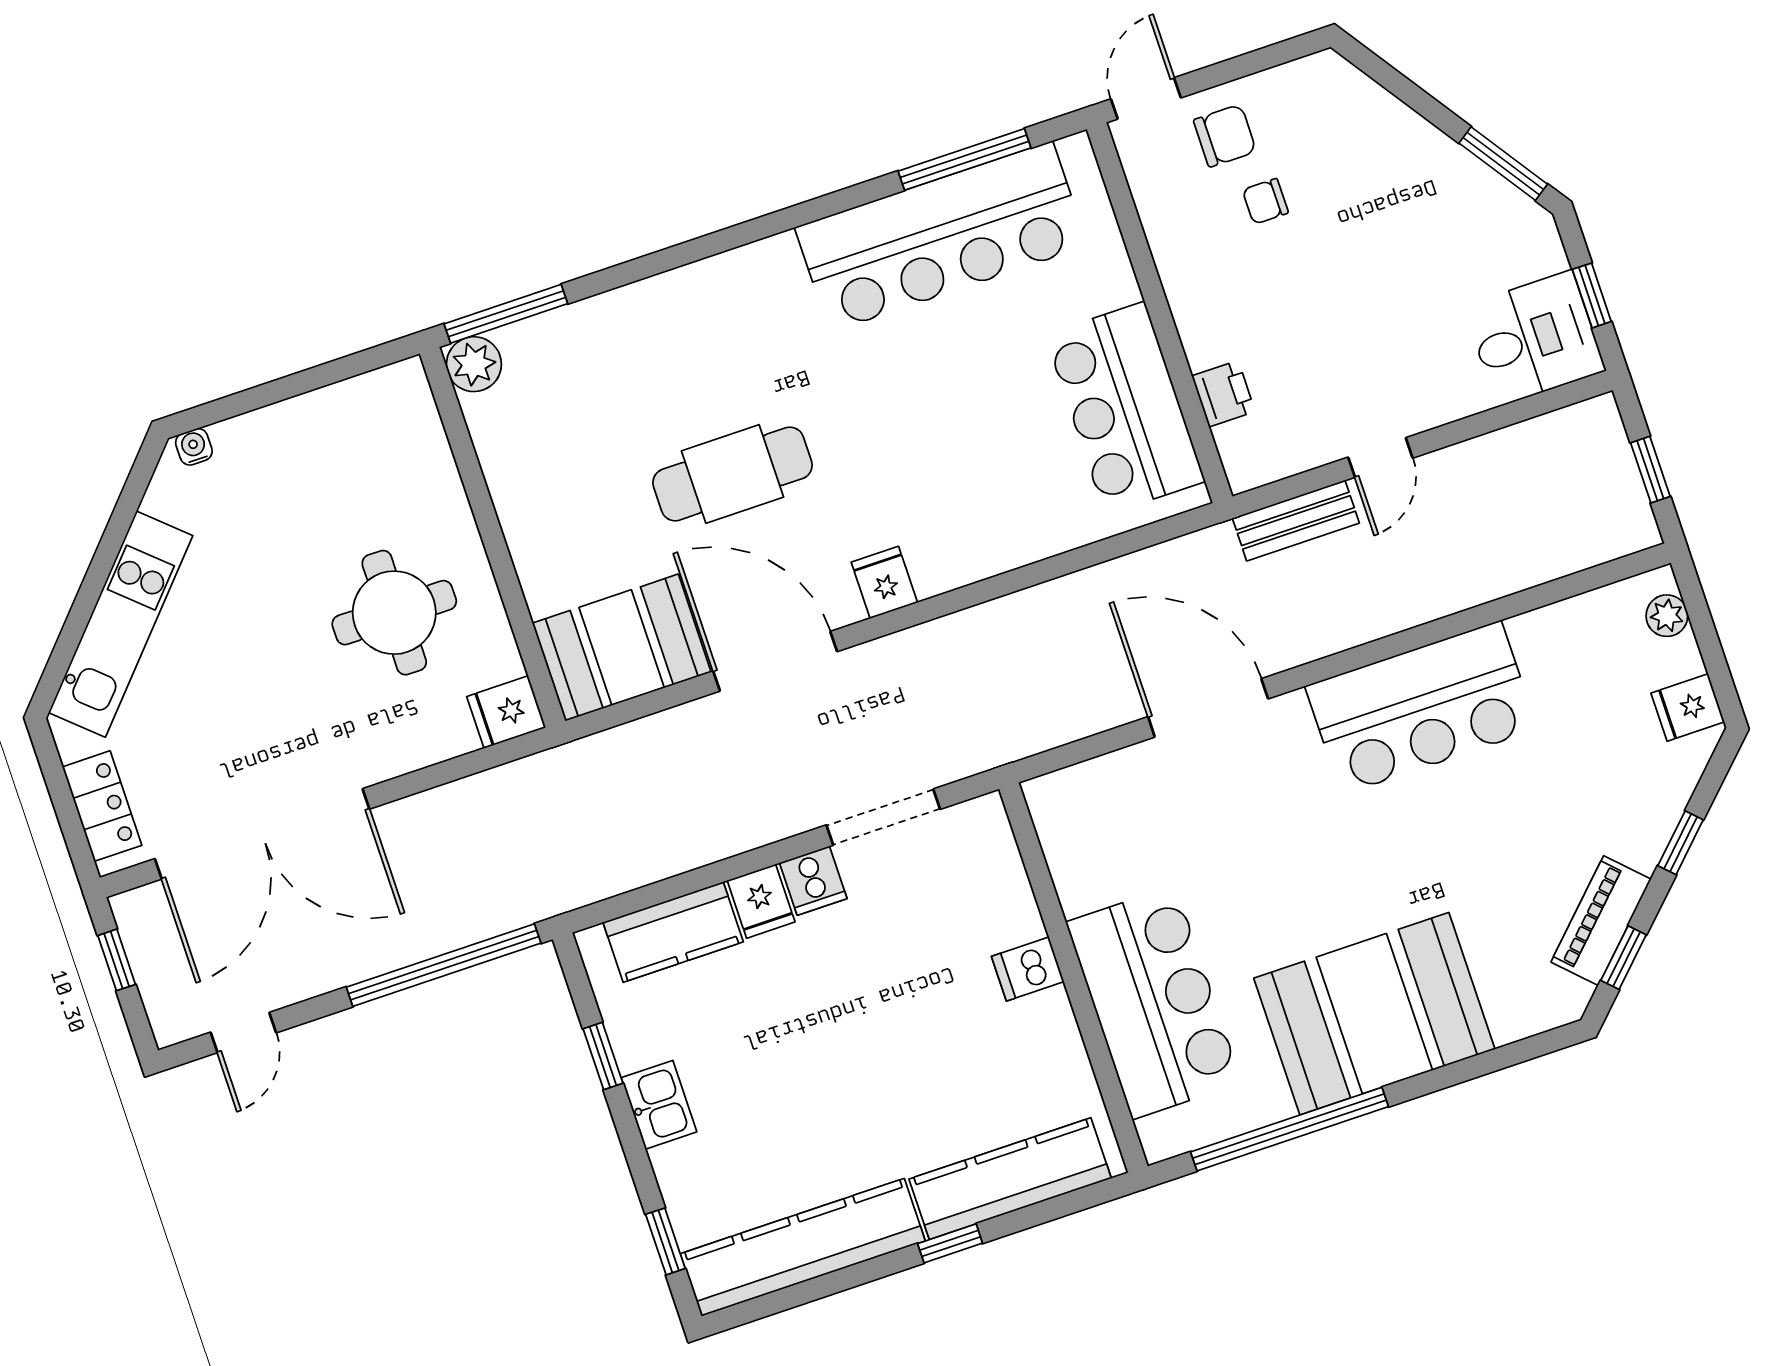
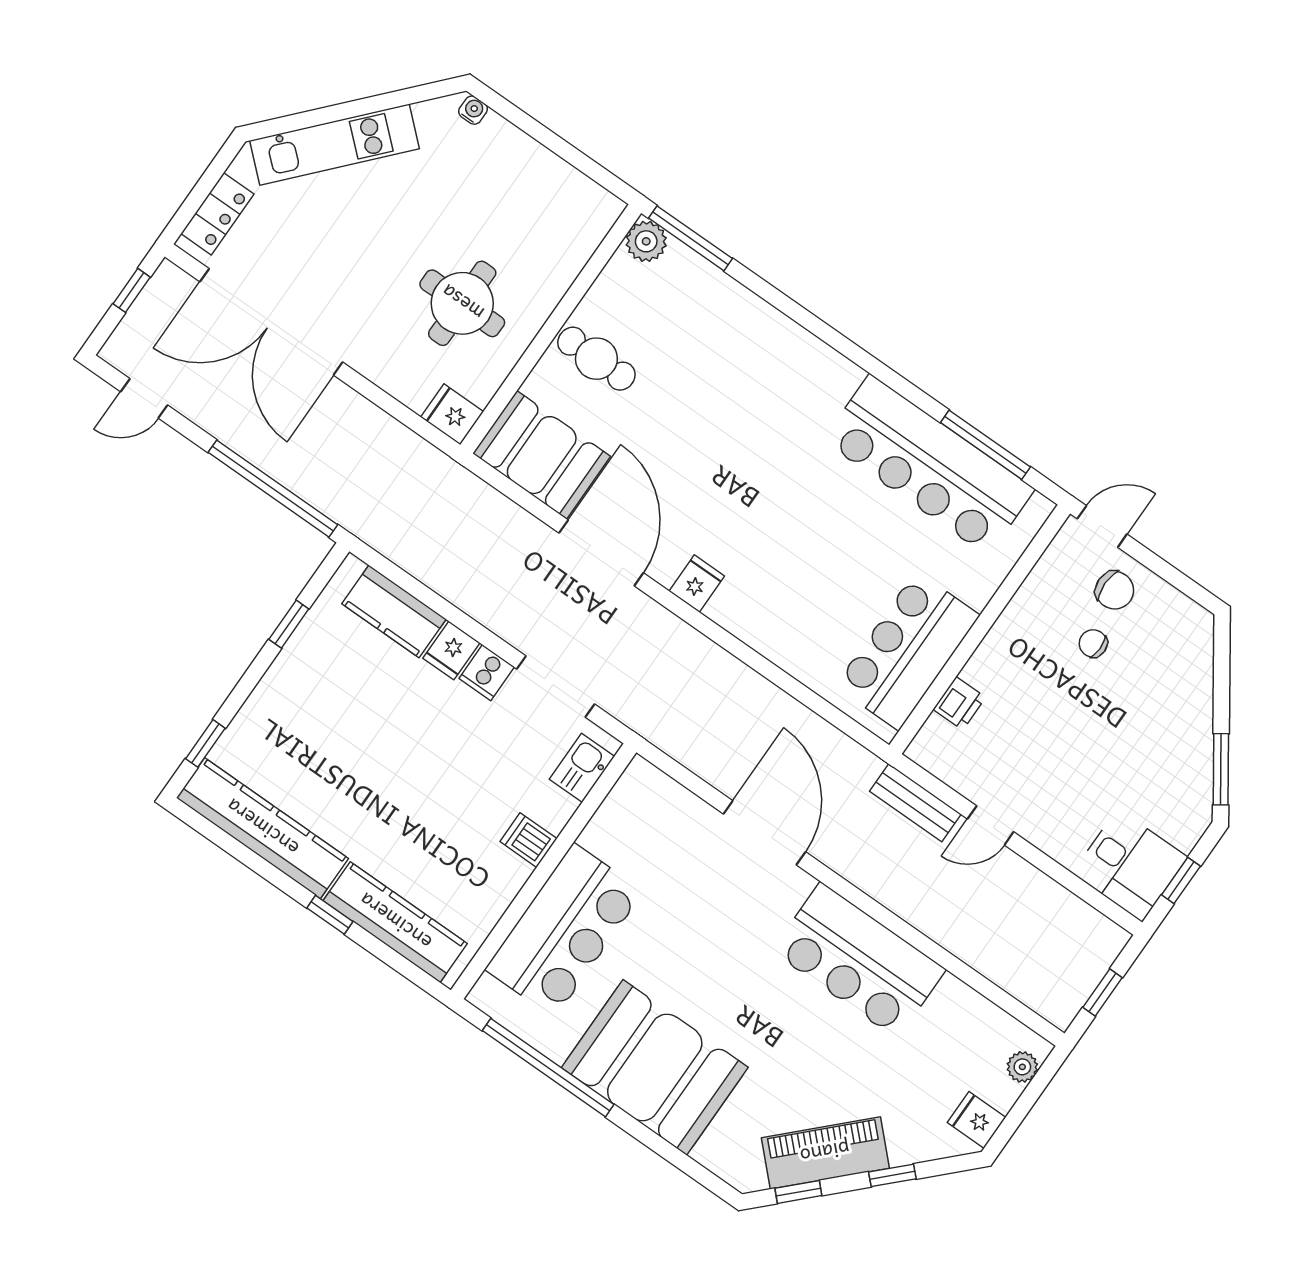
cafe table: (733, 474) -> (596, 359), moved, width x0.73, depth x0.74
piano: (1601, 921) -> (825, 1153), width x1.37, depth x1.33
kitchen sink: (659, 1105) -> (582, 768), moved, turned 180

